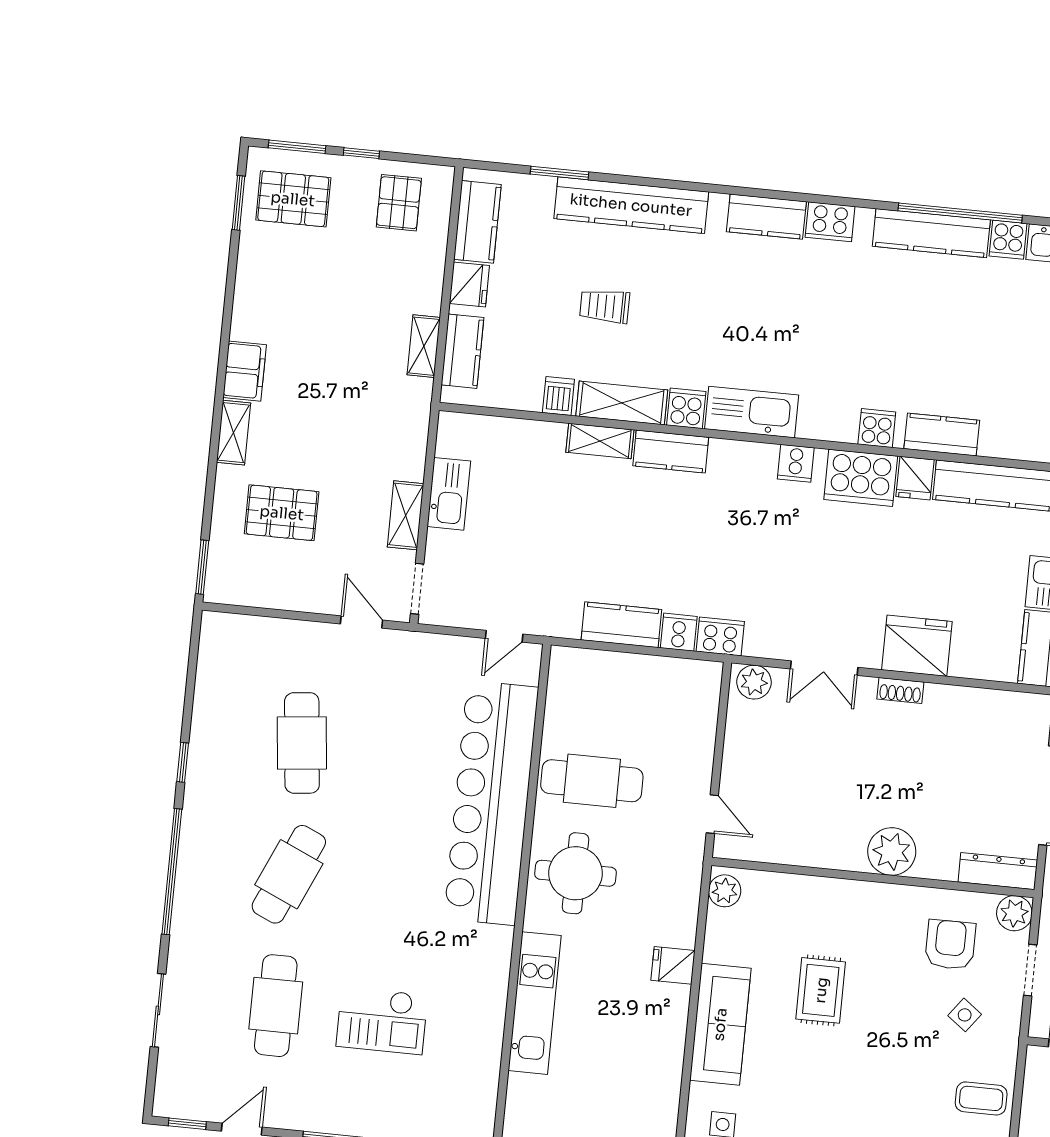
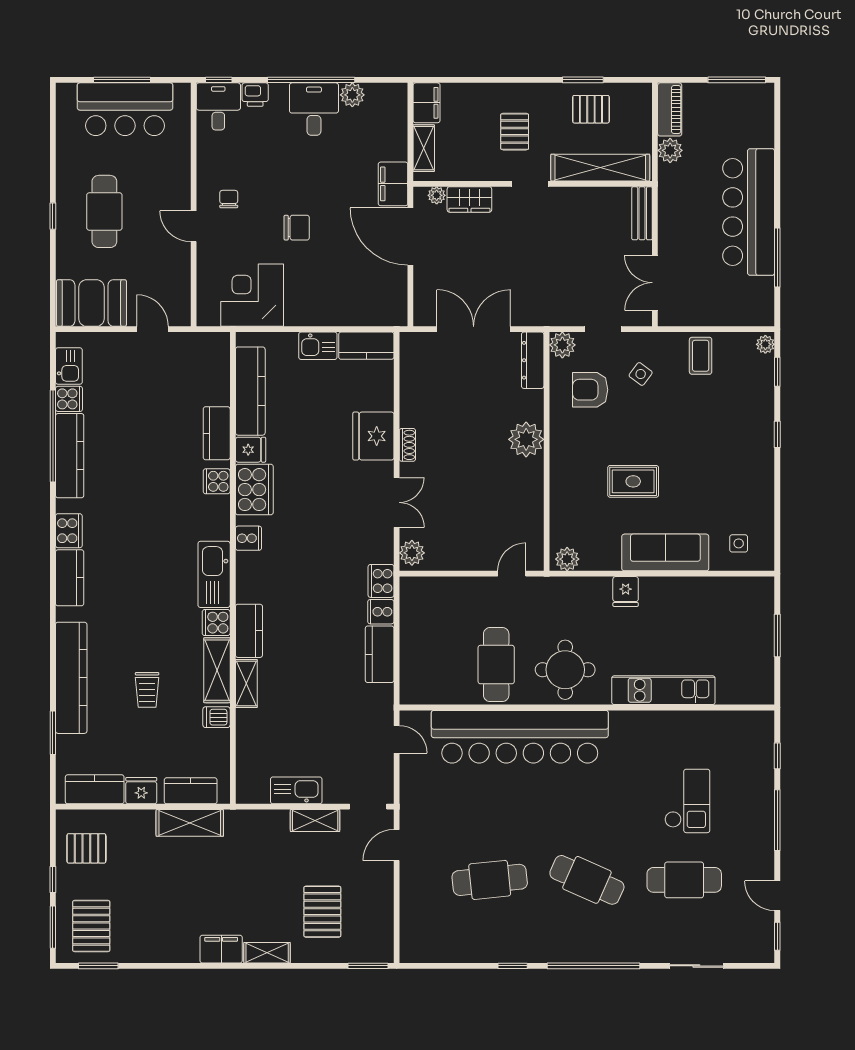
shelving: (424, 346) -> (190, 823), width x1.50, depth x1.33

